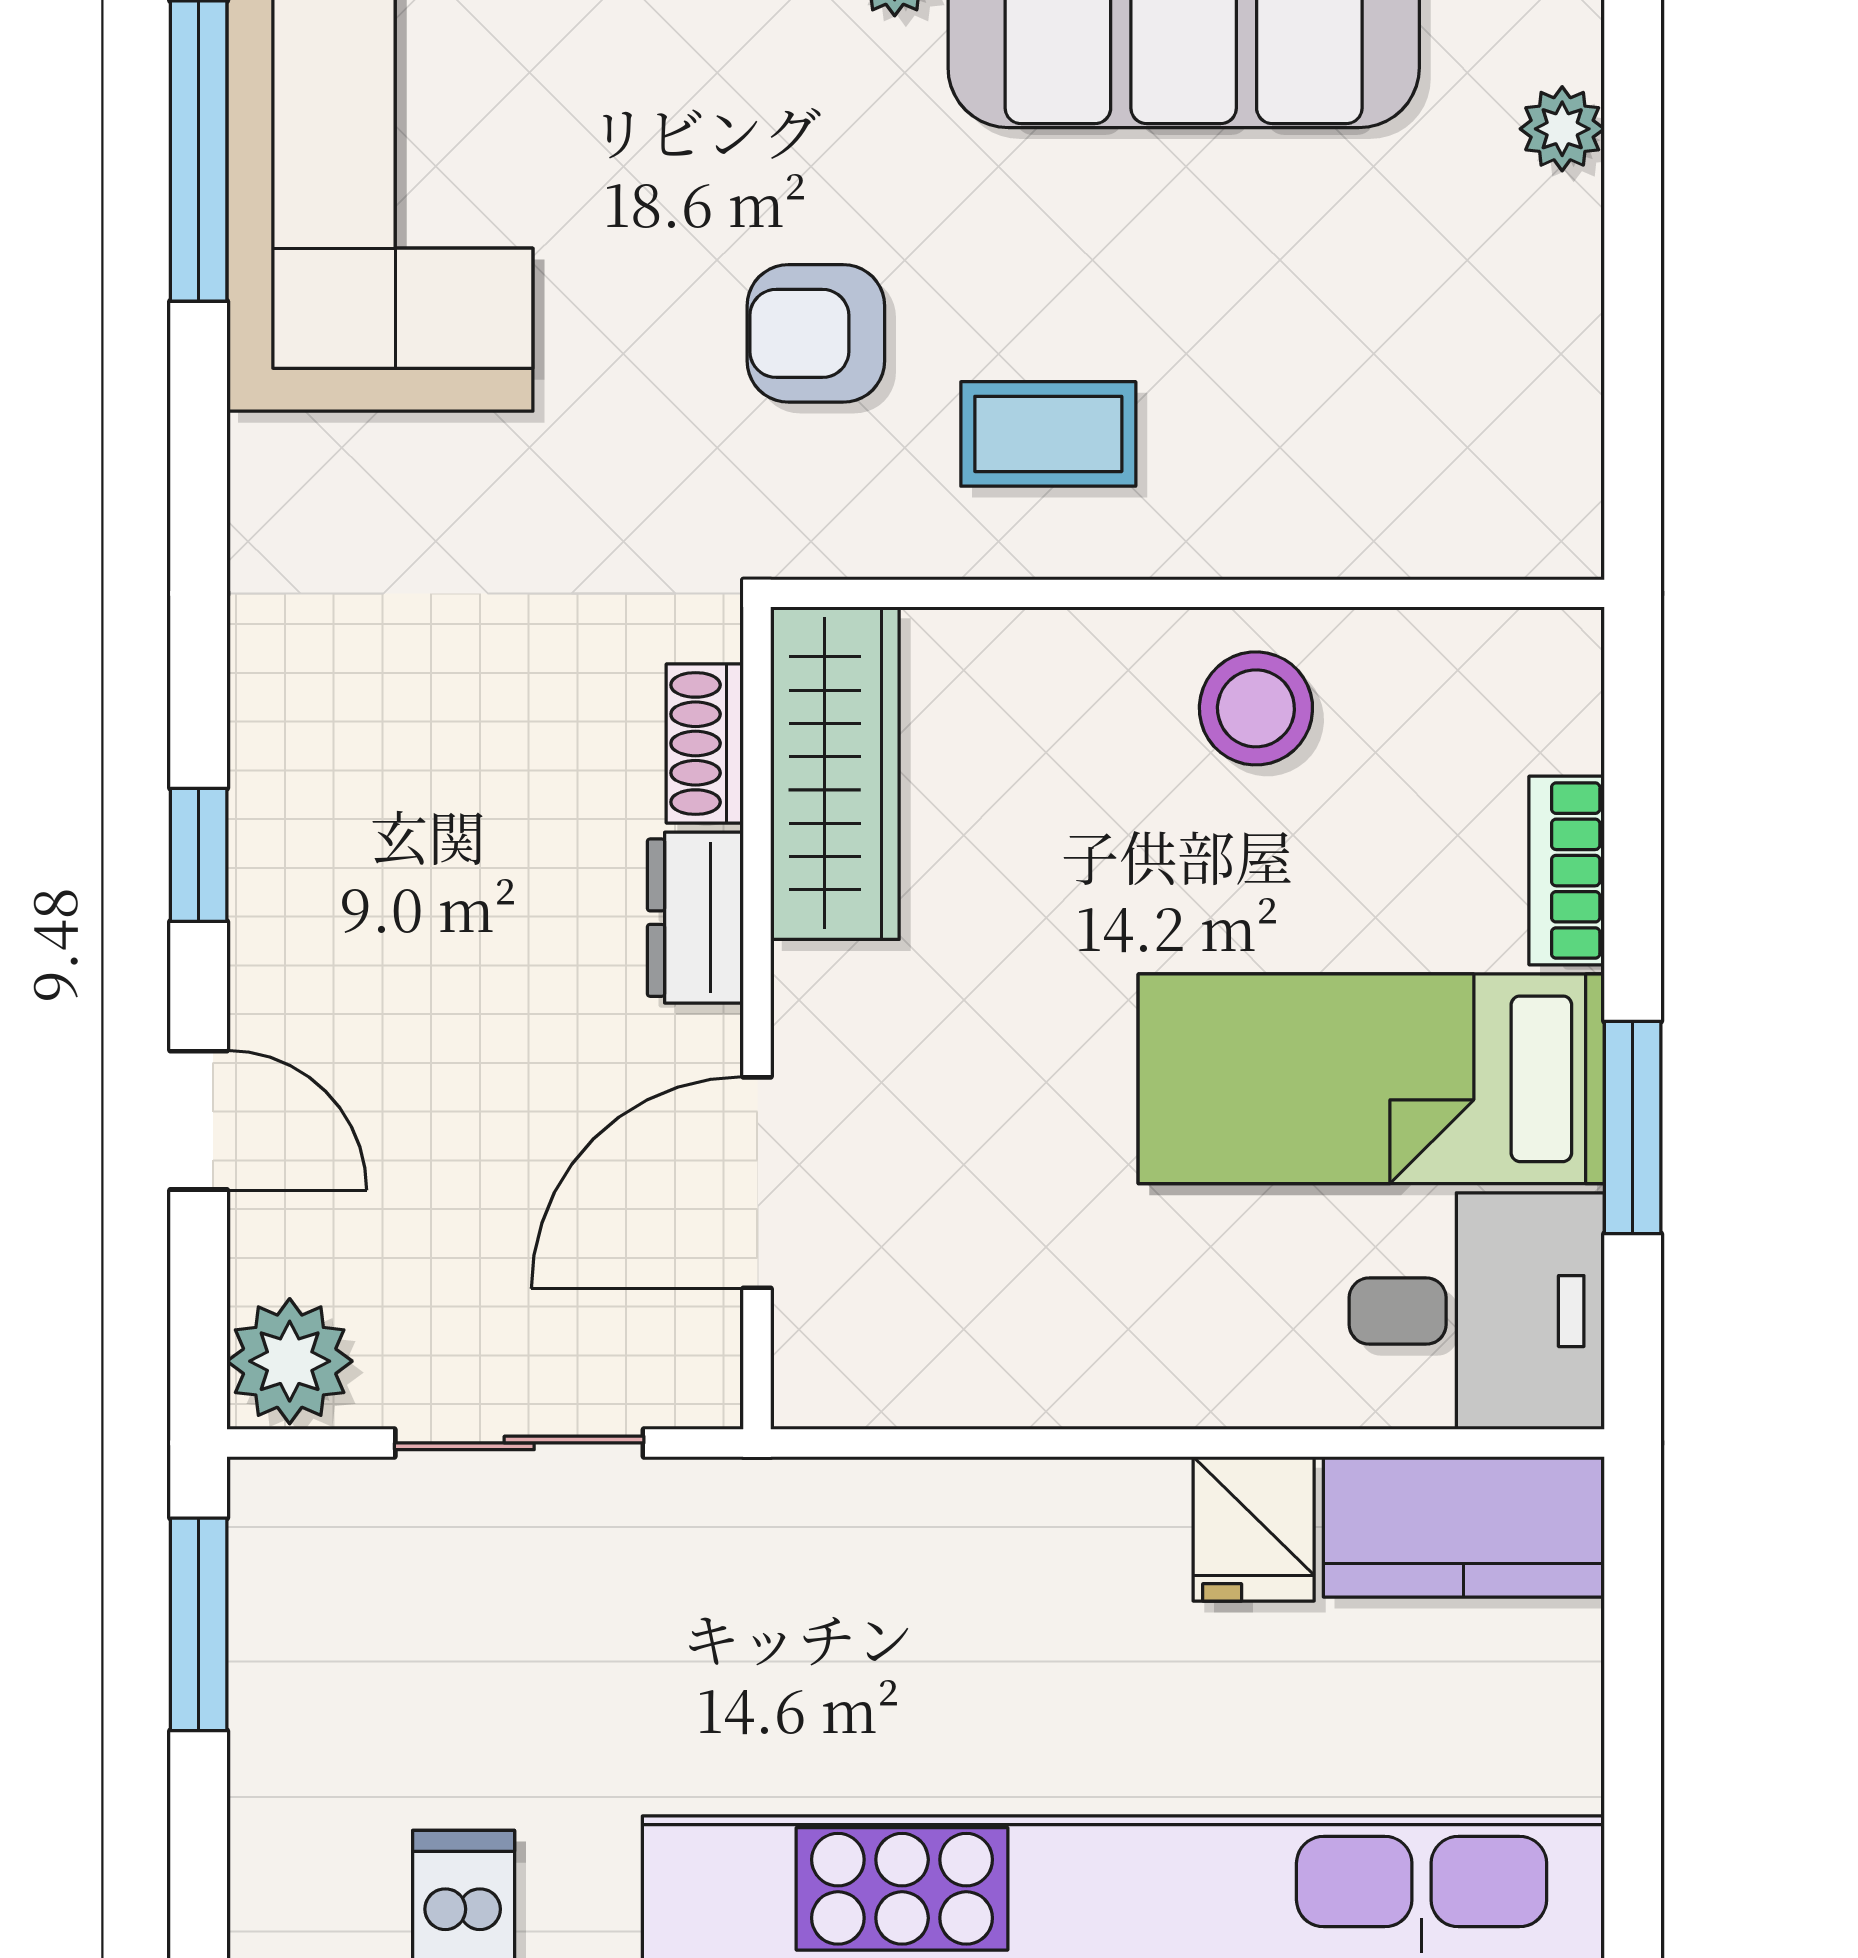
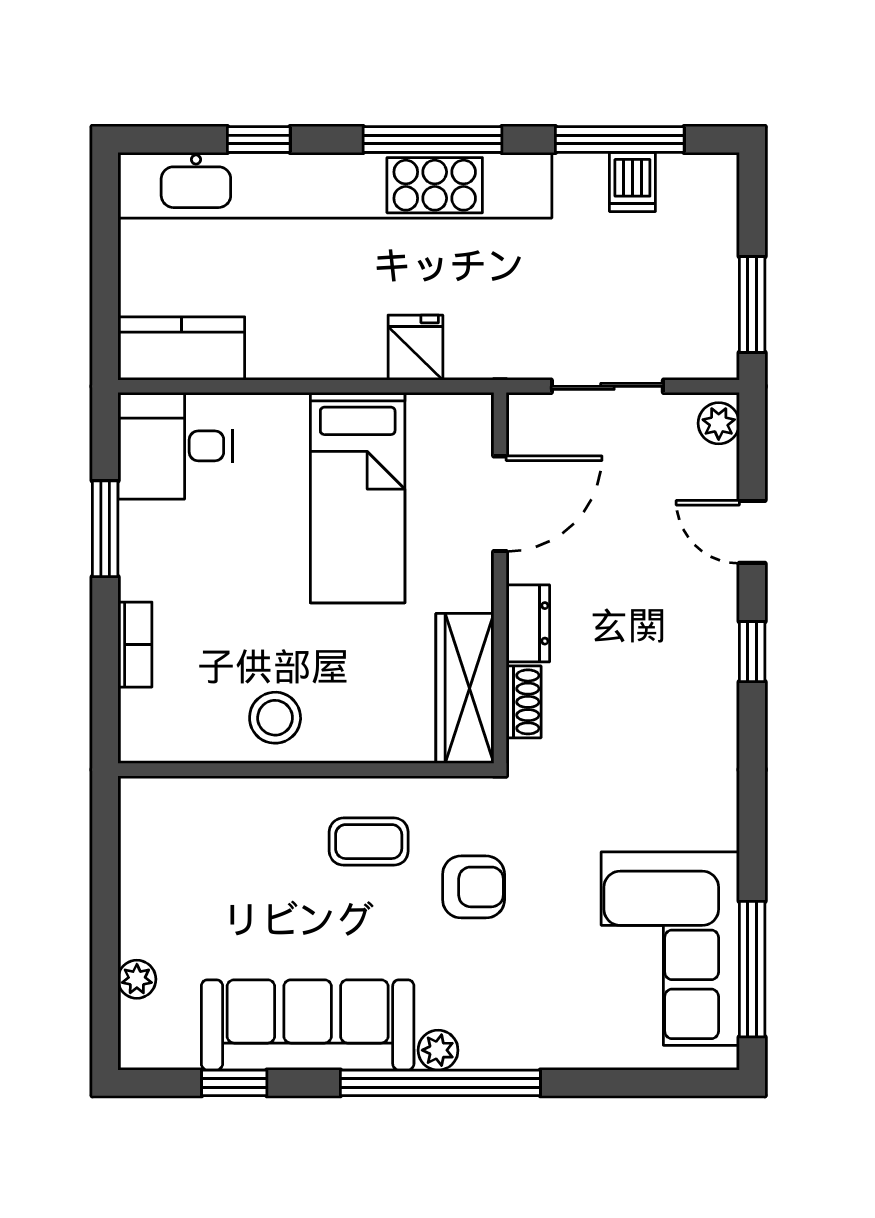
bed: (1371, 1079) -> (358, 498), moved, turned 90
plant: (290, 1361) -> (719, 423), width x0.73, depth x0.73
fridge: (1254, 1529) -> (415, 348), moved

